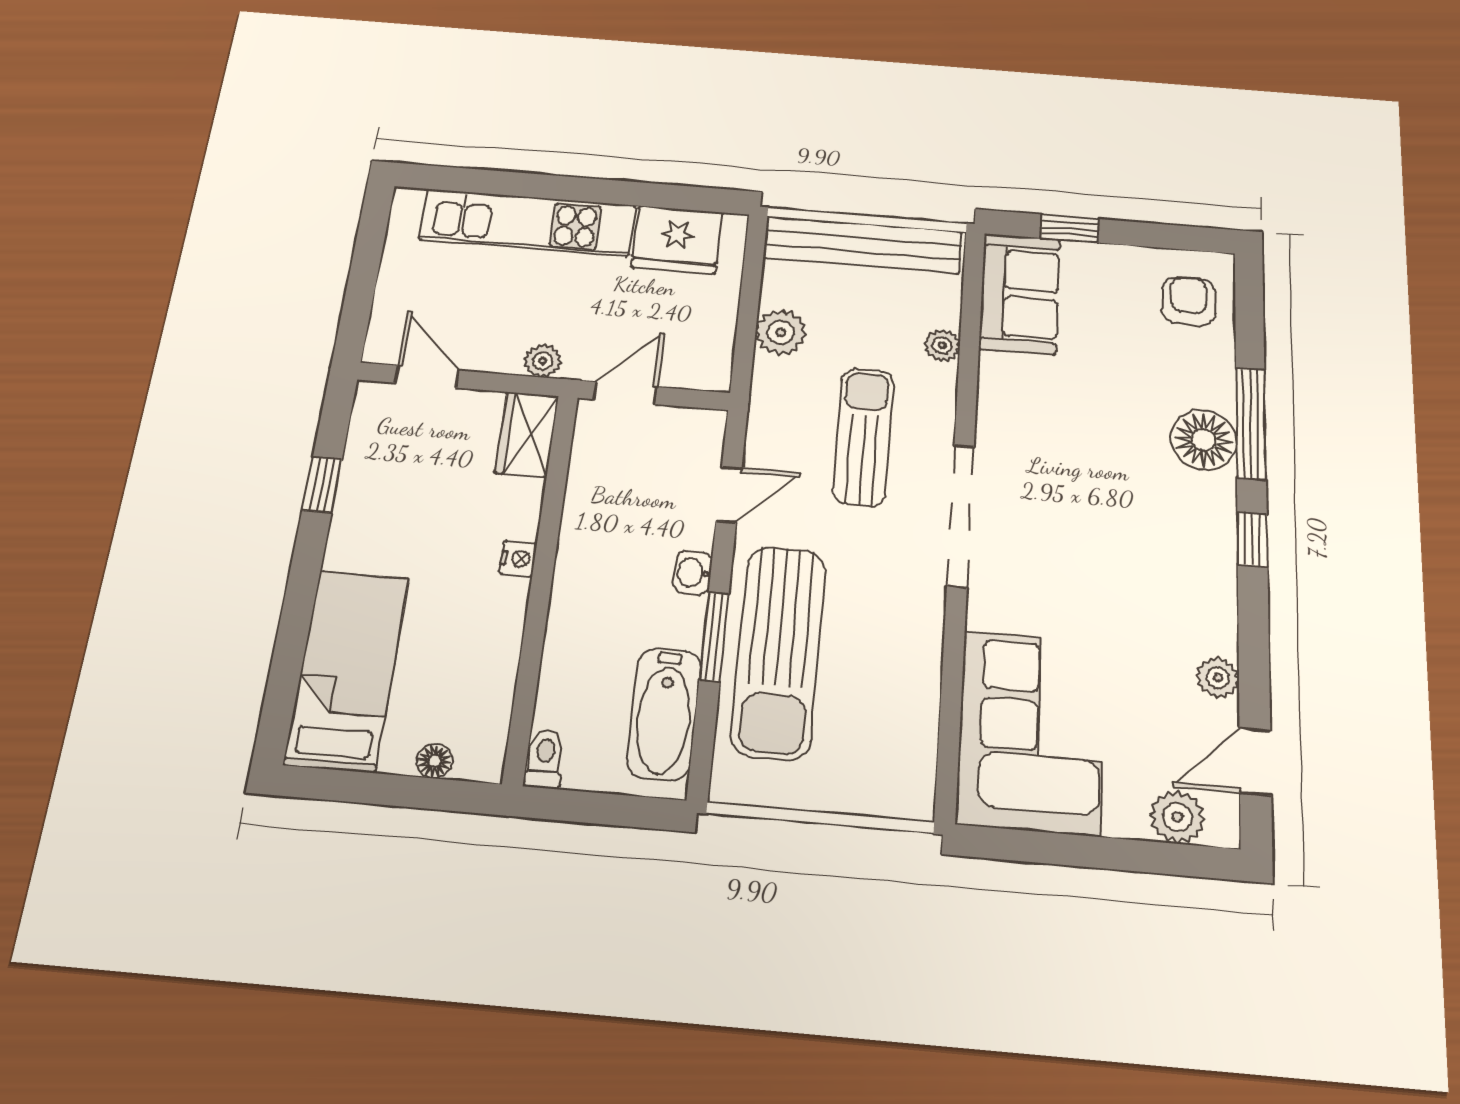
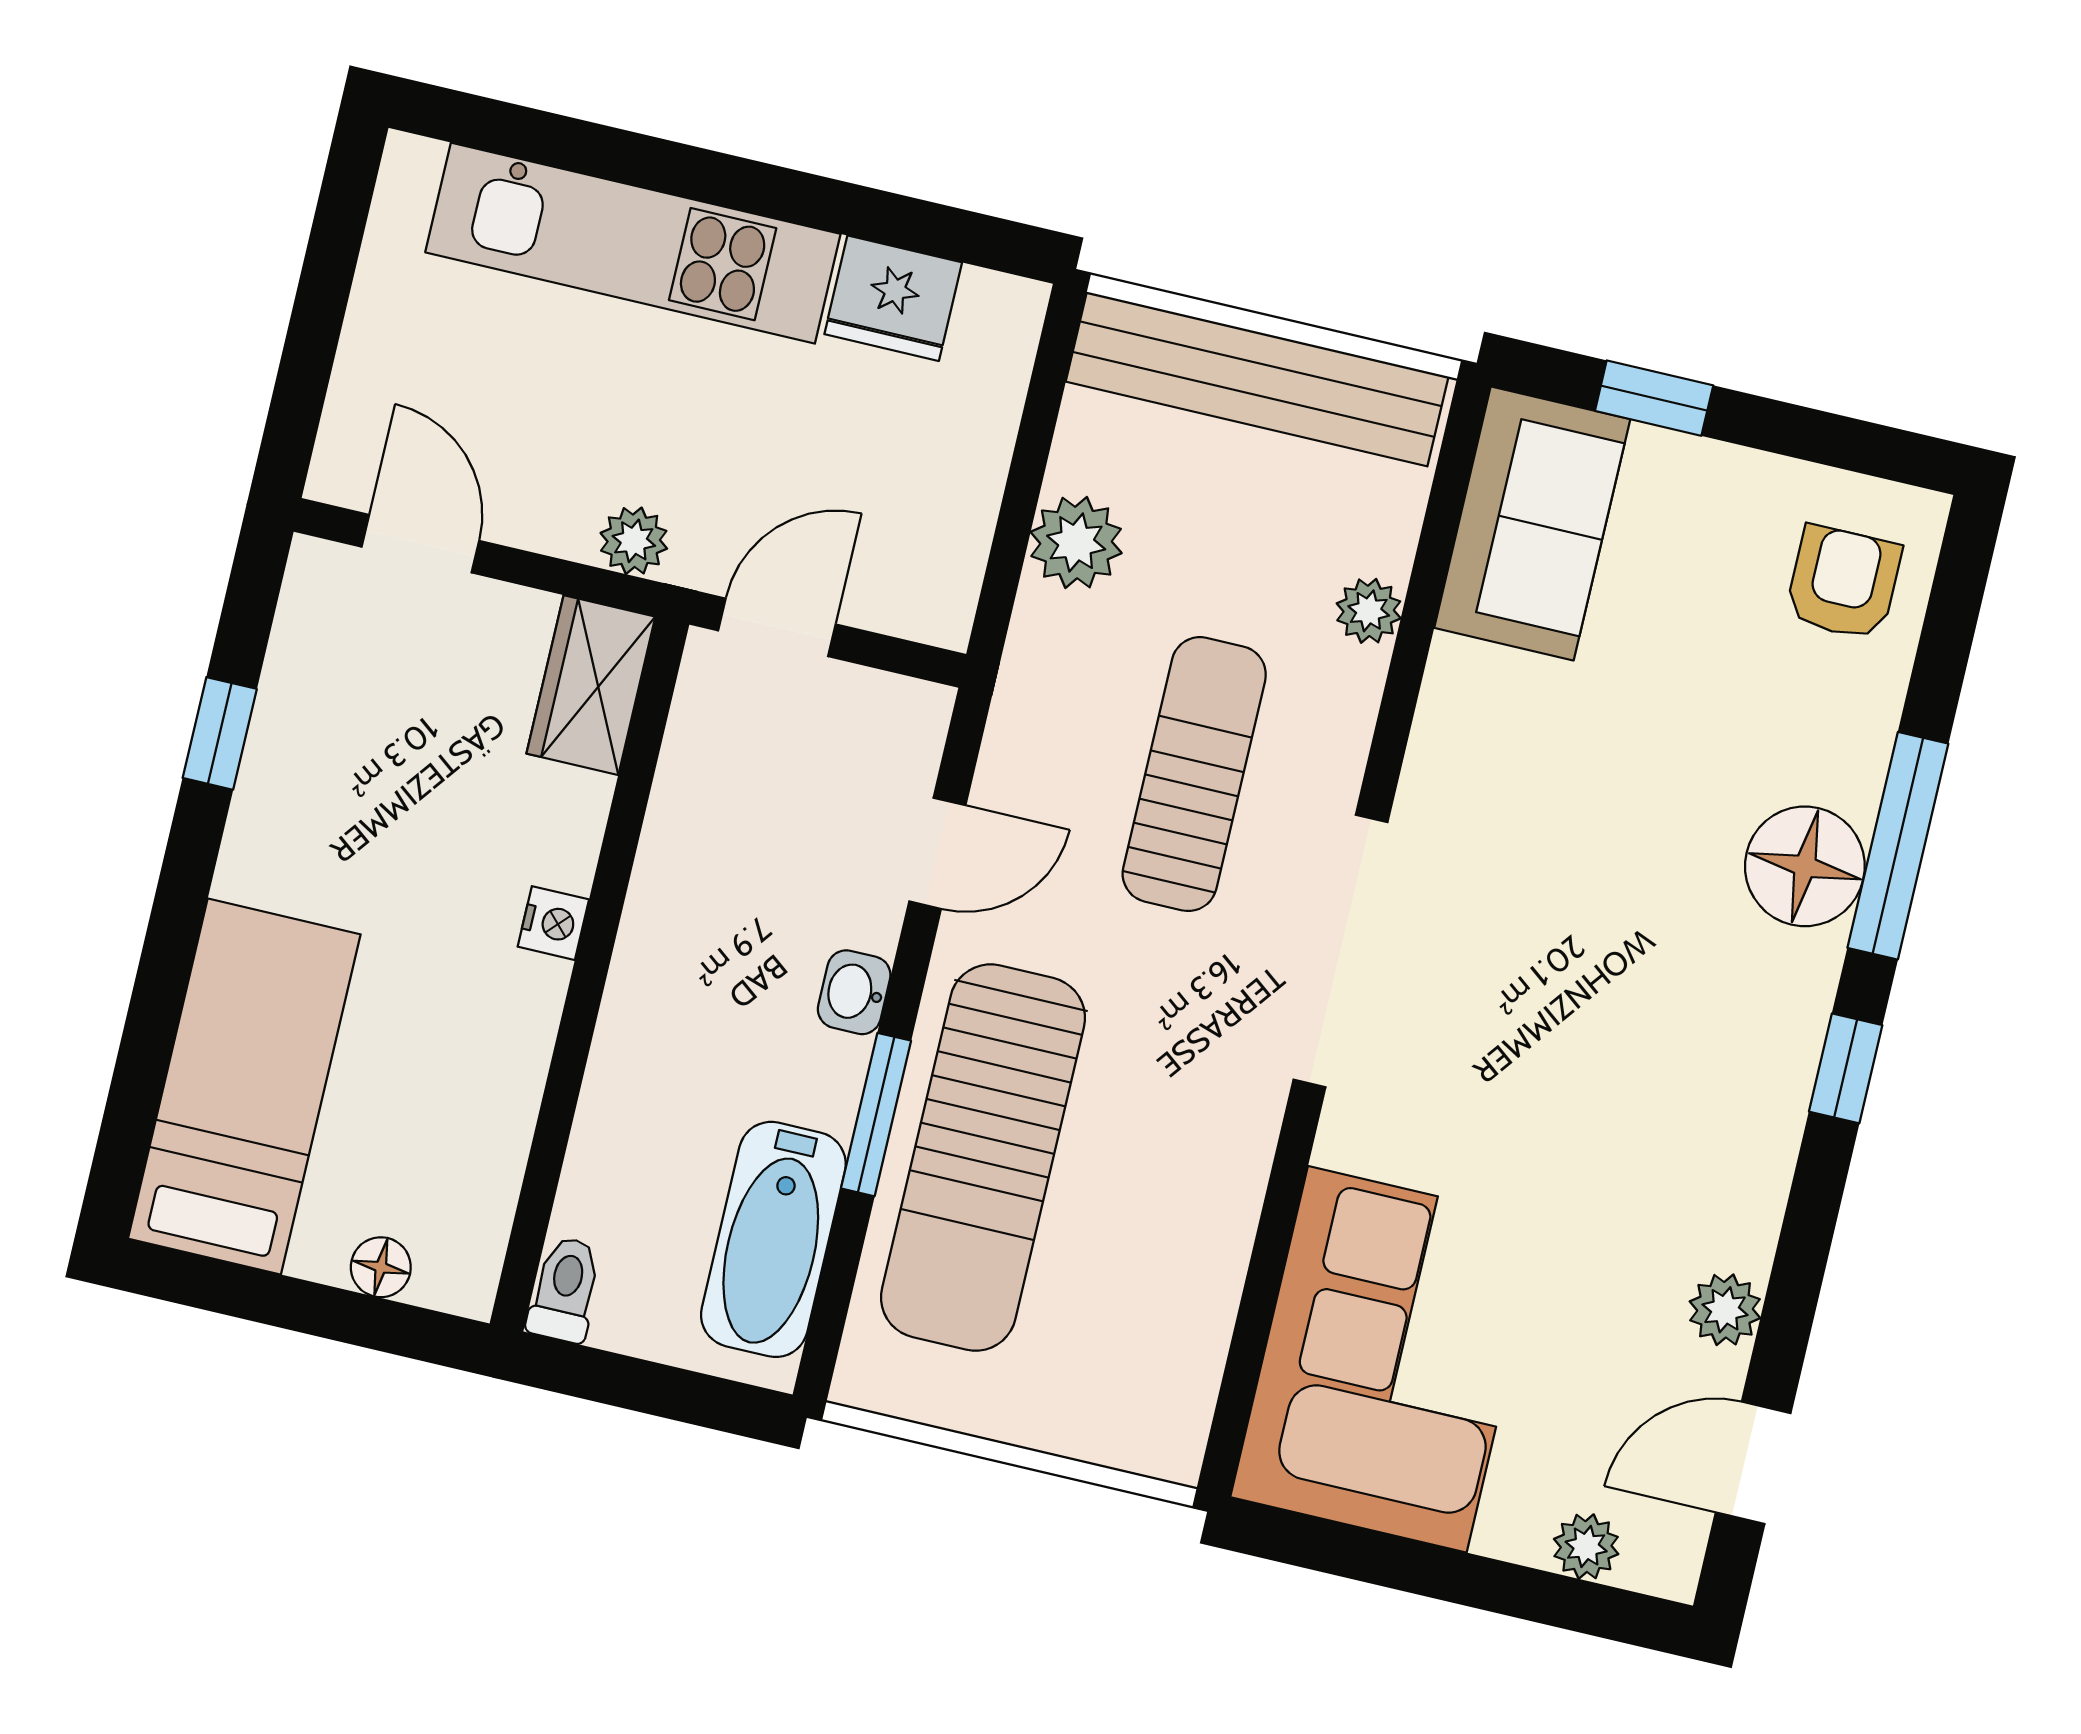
fridge: (677, 240) -> (893, 298), width x0.73, depth x0.75
plant: (1177, 817) -> (1586, 1547), width x0.73, depth x0.73

